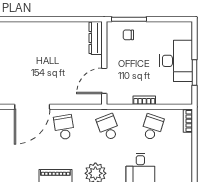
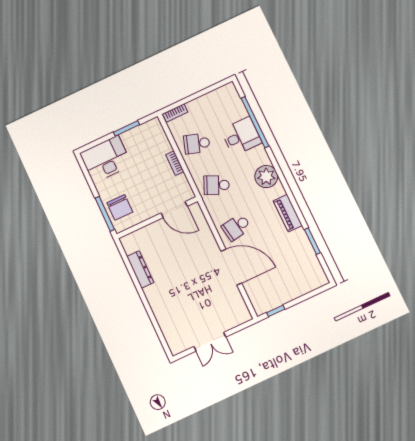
chair: (128, 35) -> (120, 207), width x1.87, depth x1.87
dresser: (96, 38) -> (140, 269), moved, turned -90
desk: (176, 61) -> (106, 159), moved
school desk: (108, 127) -> (217, 185), turned 45

